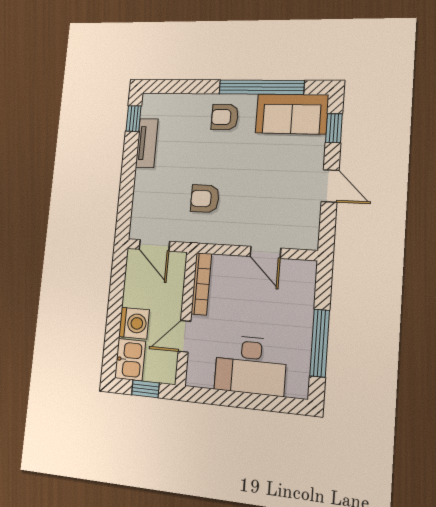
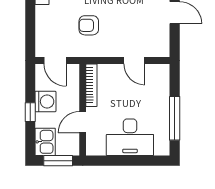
window: (114, 315) -> (30, 112), added
washing machine: (134, 323) -> (45, 101), moved
window: (145, 389) -> (58, 161), width x1.50

